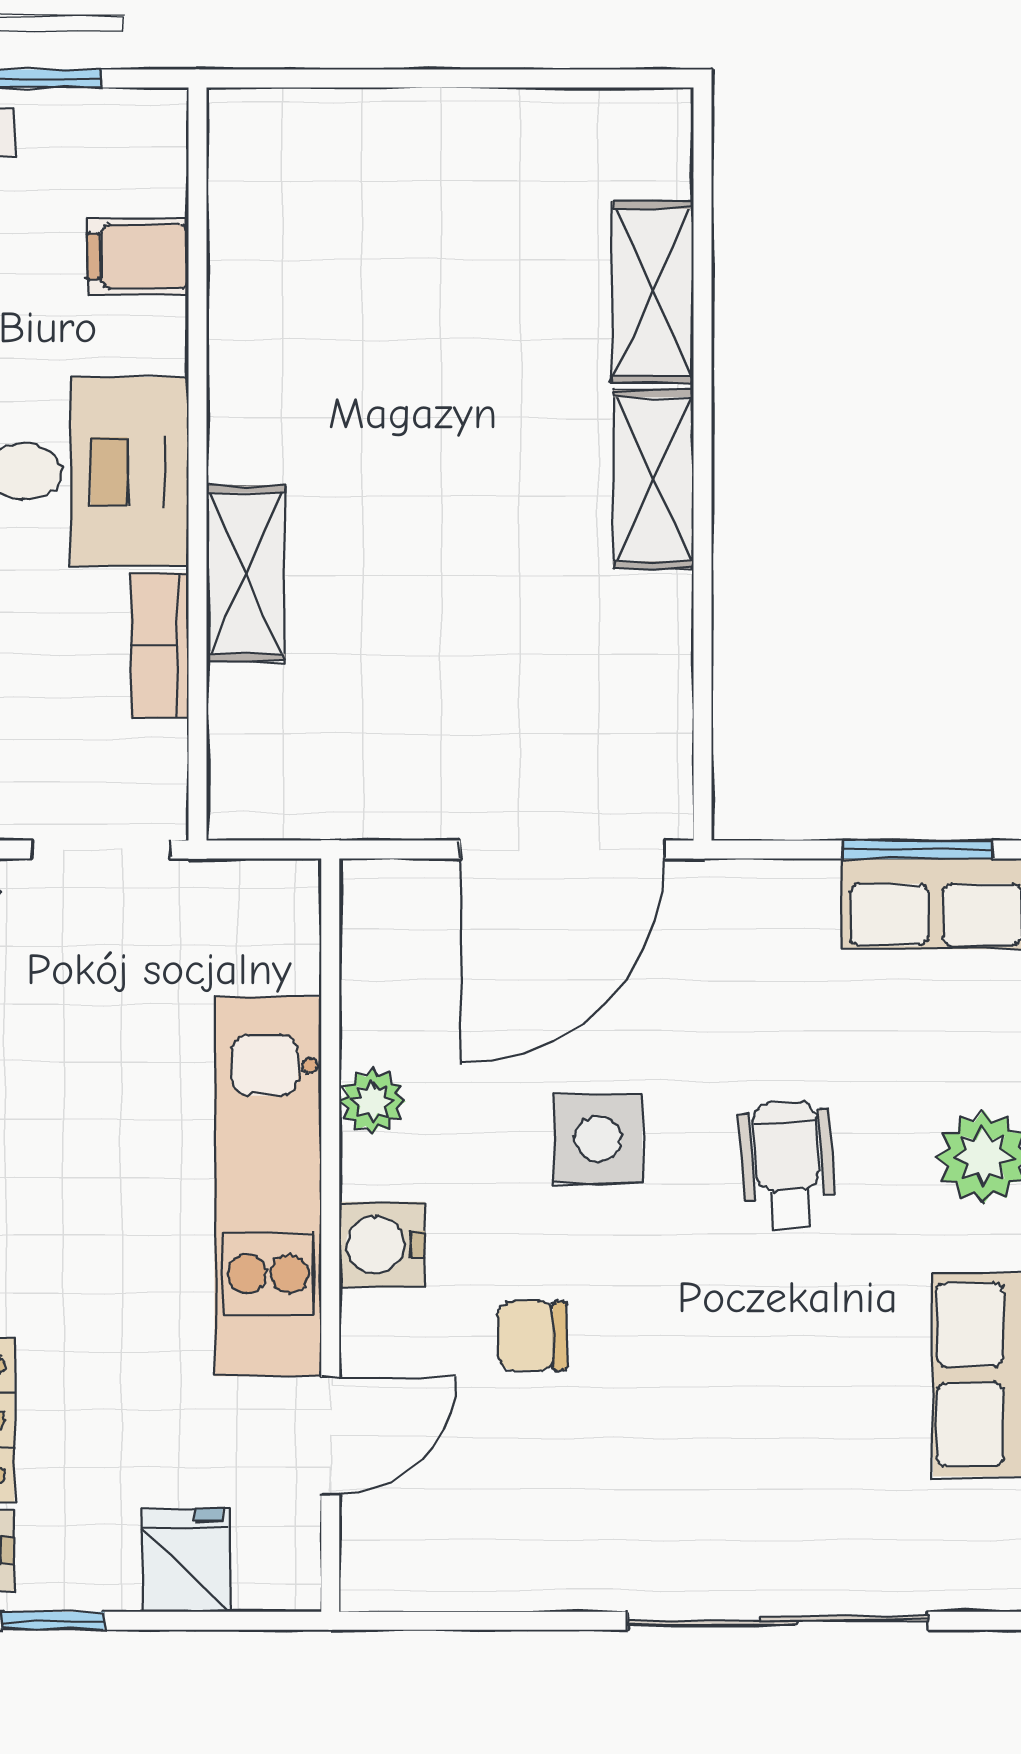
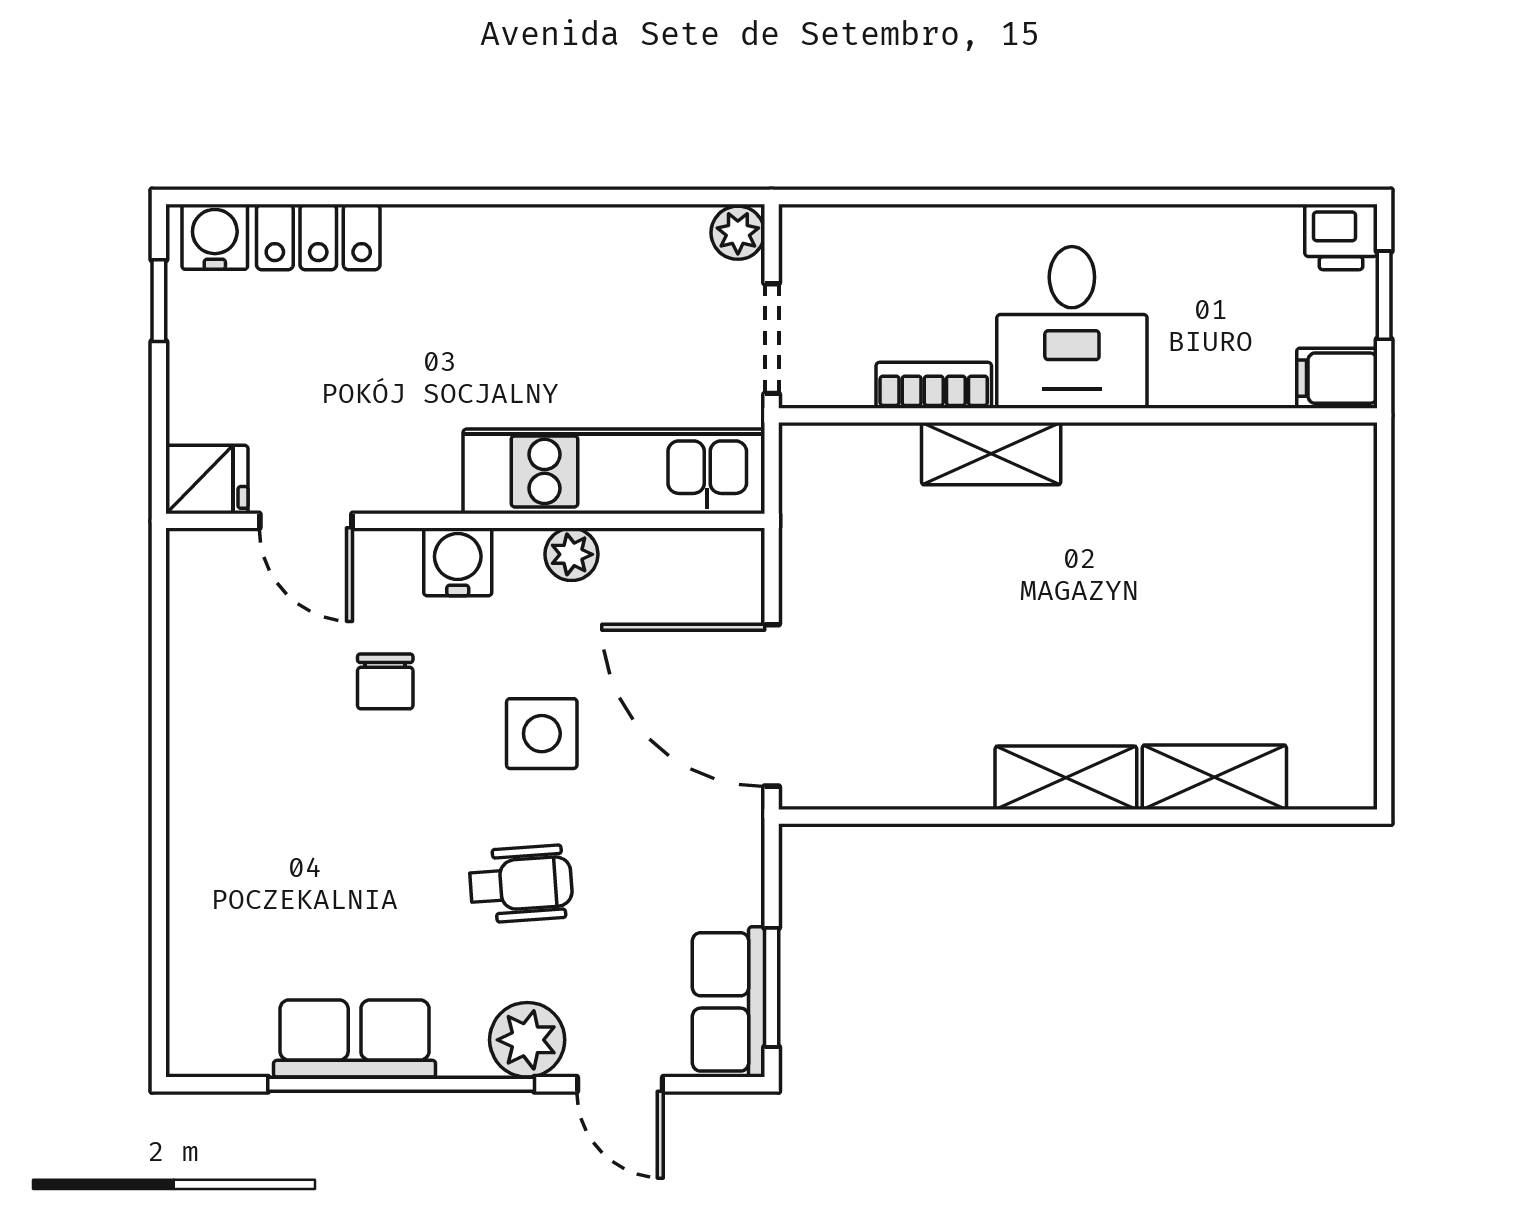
filing cabinet: (138, 256) -> (1337, 378), moved, turned -90
kitchen unit: (268, 1187) -> (614, 471), moved
chair: (532, 1336) -> (385, 681), turned 180
fridge: (186, 1560) -> (207, 480), moved
sliding door: (778, 1621) -> (159, 877), removed

